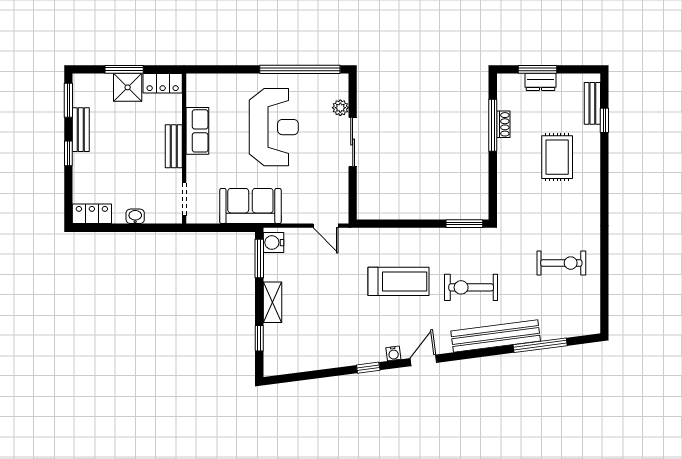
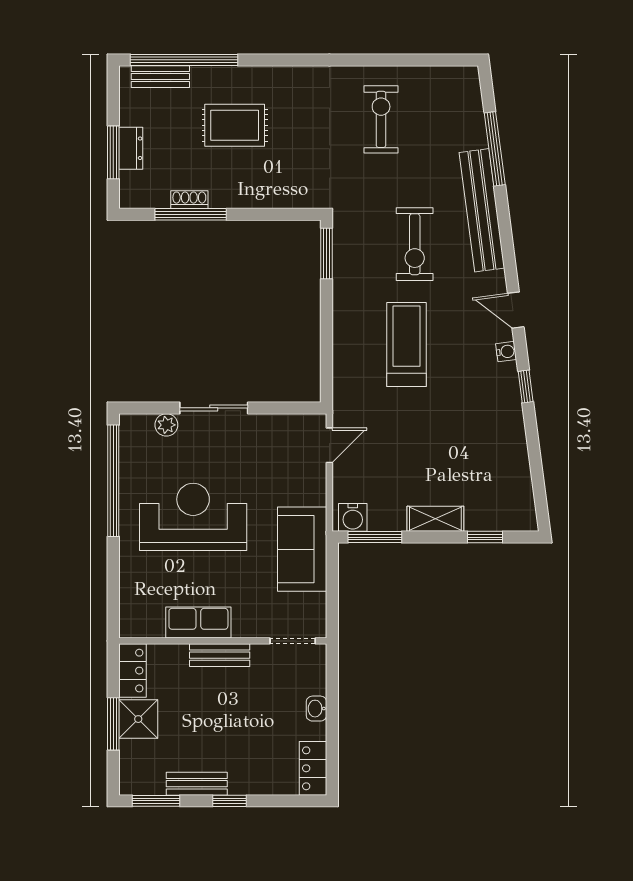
window: (604, 120) -> (184, 60), width x3.17

